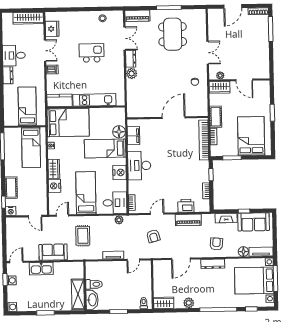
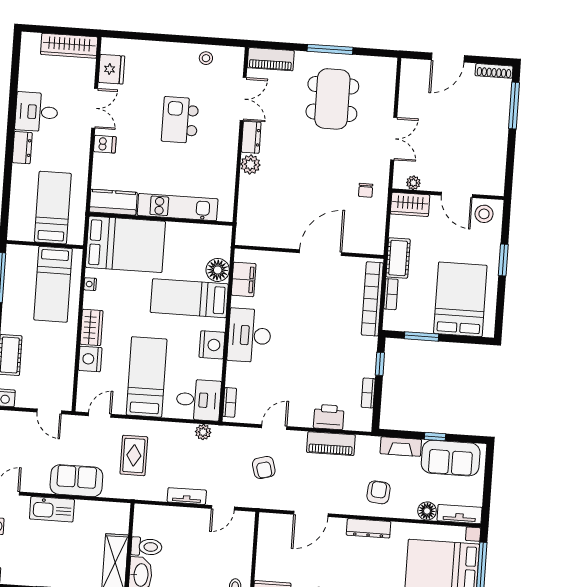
kitchen island: (92, 53) -> (180, 120), turned -90
stool: (260, 89) -> (484, 214), added

